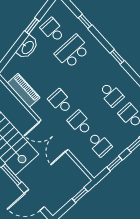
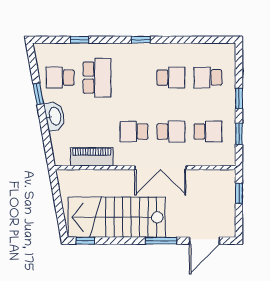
school desk: (72, 52) -> (97, 78), turned 180
school desk: (80, 123) -> (171, 132), turned 180

